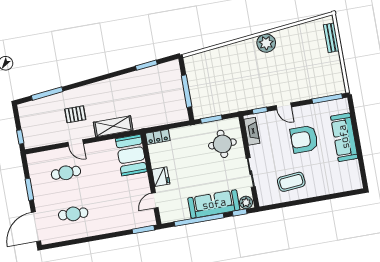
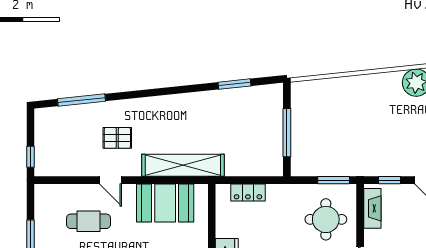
window: (211, 119) -> (334, 180), moved
shelving: (113, 126) -> (183, 165), width x1.47
locker: (158, 137) -> (248, 192), moved
booth: (131, 155) -> (165, 203), moved, turned 90

